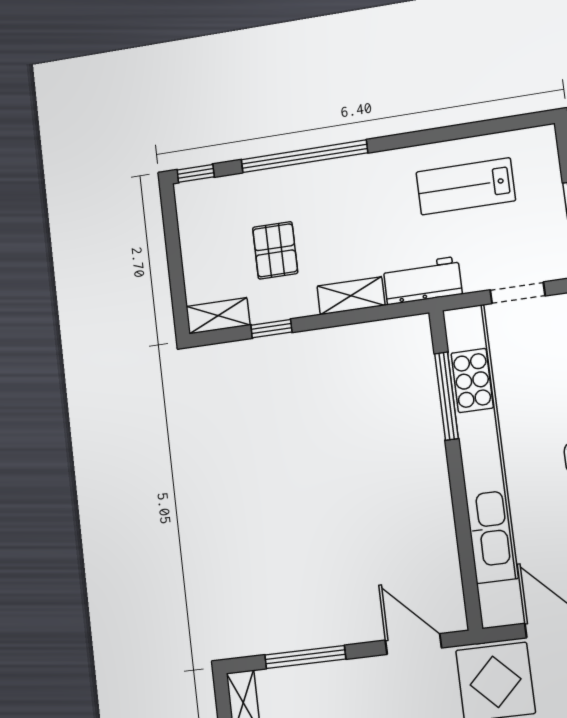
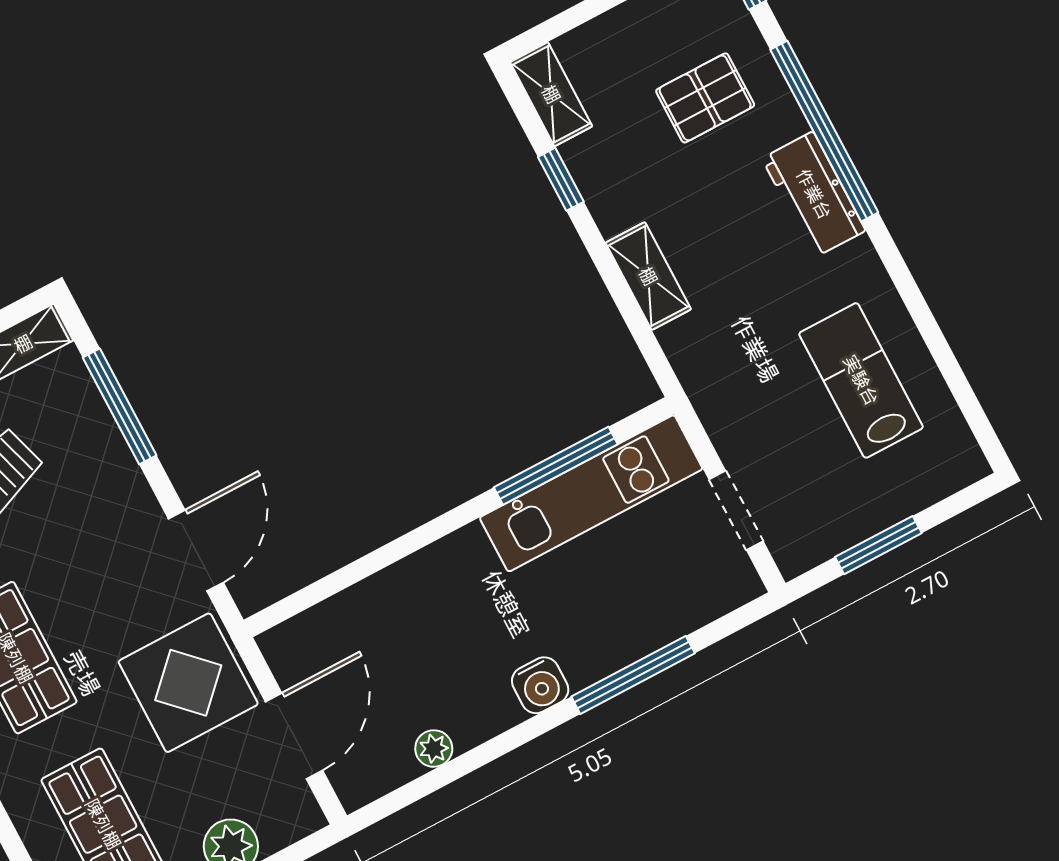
pallet: (275, 250) -> (705, 98), moved
workbench: (423, 281) -> (814, 194), moved, turned 180
kitchen unit: (480, 443) -> (591, 493), width x0.54

